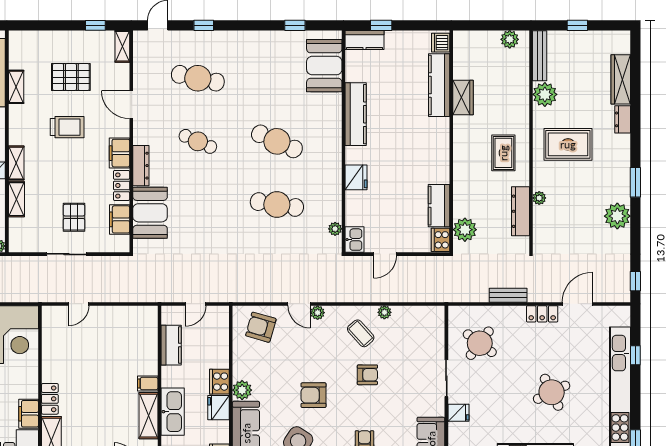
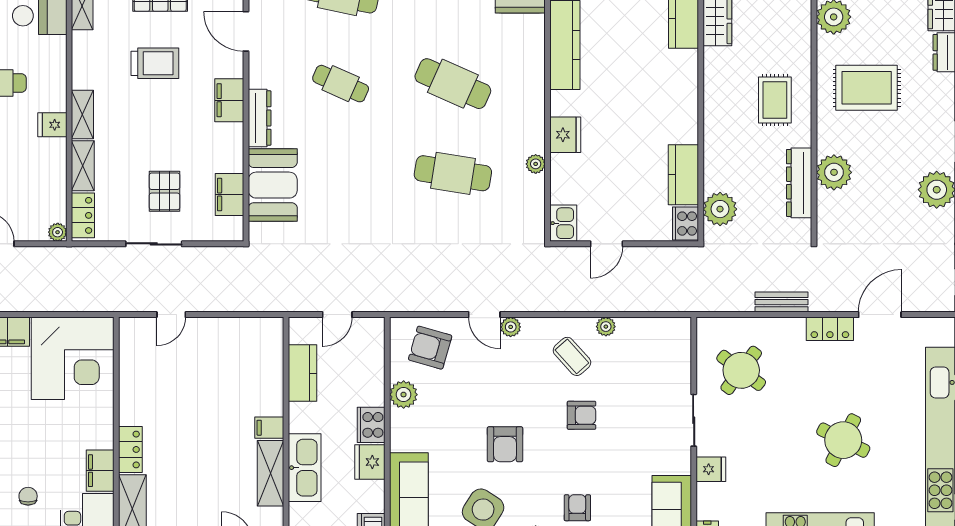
locker: (122, 185) -> (83, 215), moved, turned 180
plant: (539, 198) -> (834, 172), width x1.87, depth x1.87
plant: (335, 229) -> (536, 164), moved
plant: (242, 390) -> (404, 395), moved
round table: (552, 392) -> (843, 440), turned -37
armchair: (314, 395) -> (505, 444), turned -90

